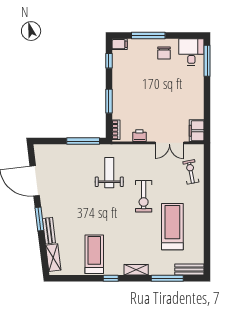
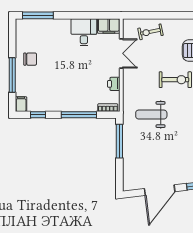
desk: (191, 52) -> (84, 32), moved, turned 90
window: (109, 101) -> (79, 115), width x1.44

